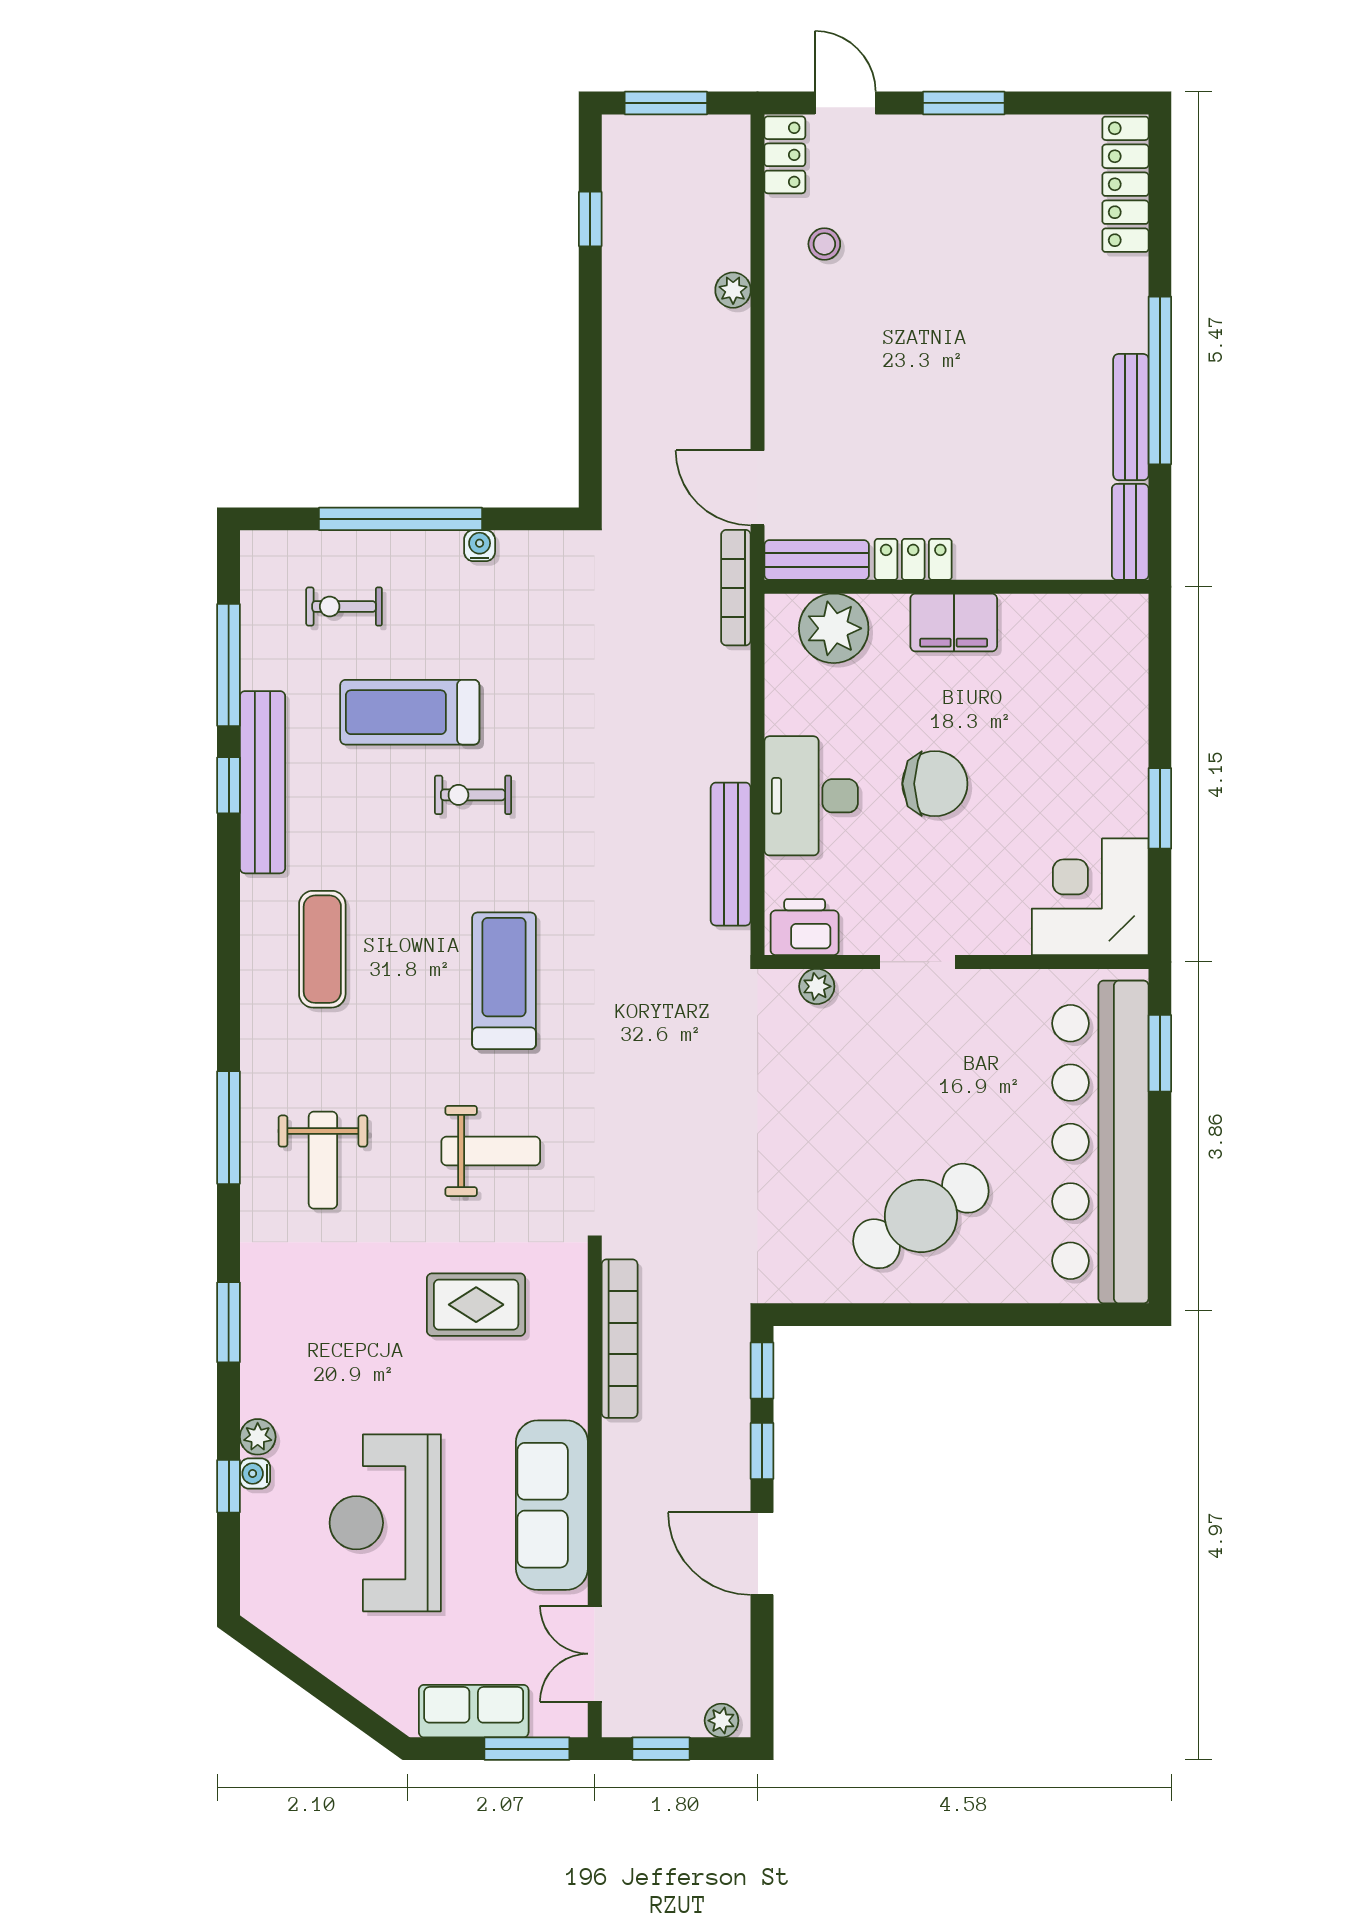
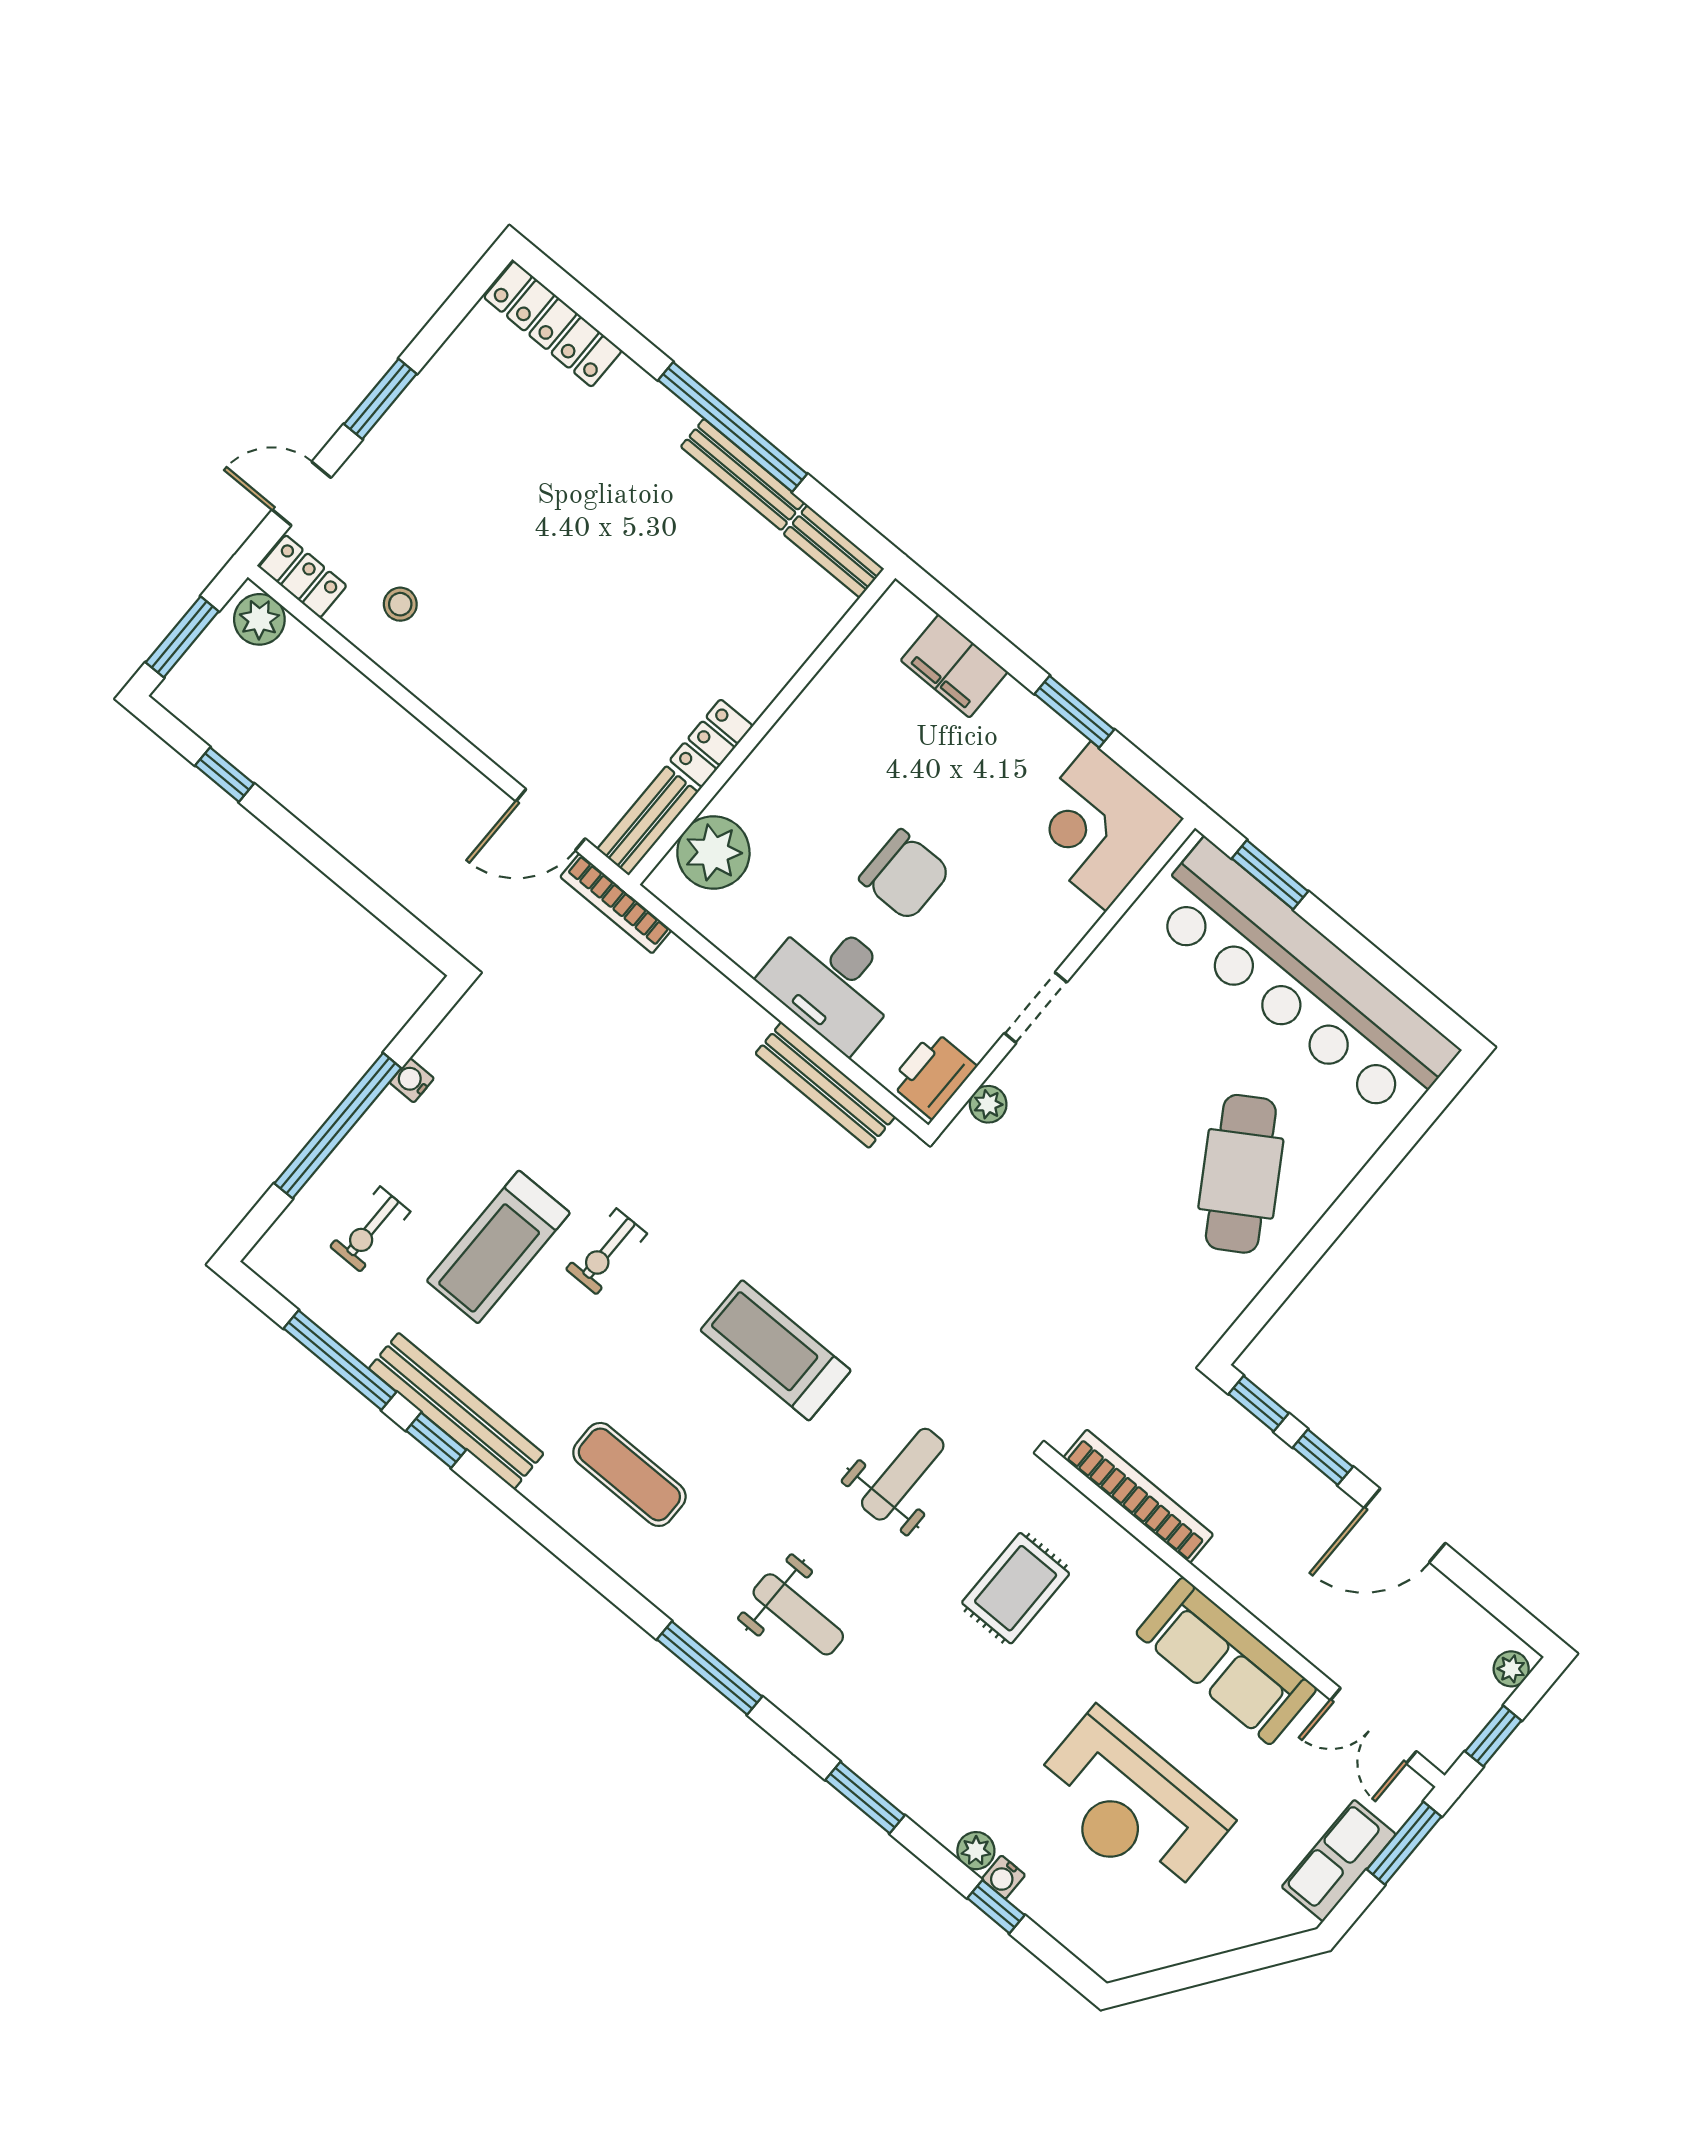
plant: (733, 290) -> (259, 619), moved, width x1.38, depth x1.38
filing cabinet: (954, 622) -> (954, 666), moved, turned 90
chair: (935, 784) -> (905, 875), turned 90

